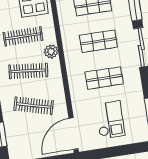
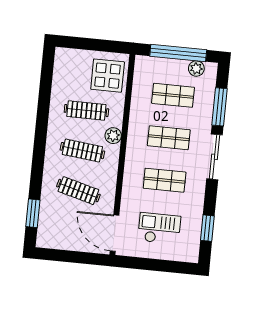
checkout: (110, 120) -> (159, 228), turned -90
door: (73, 134) -> (114, 233), hinge flipped

